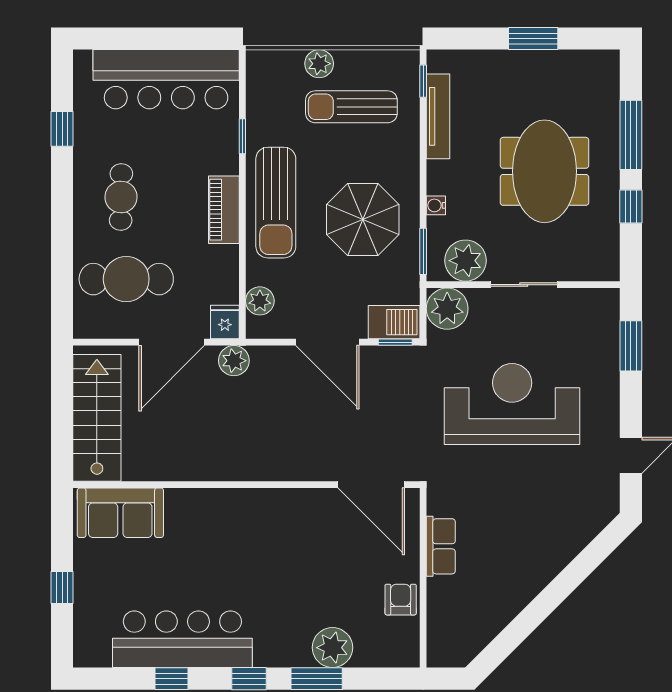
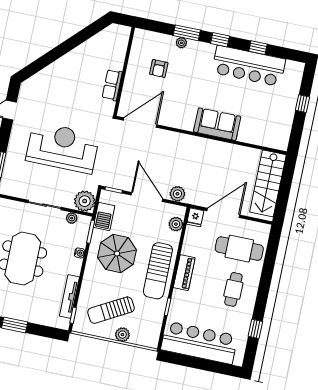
sun lounger: (351, 107) -> (111, 310), turned 151
sun lounger: (276, 203) -> (158, 271), turned 180
plant: (466, 261) -> (72, 218), width x0.53, depth x0.53
barbecue: (394, 322) -> (104, 216), moved, turned -90
plant: (234, 361) -> (177, 194), moved
reception desk: (512, 404) -> (63, 148), turned 180
door: (371, 485) -> (140, 122), hinge flipped
sofa: (120, 513) -> (217, 124), moved
armchair: (401, 600) -> (159, 69), moved
plant: (332, 648) -> (181, 43), width x0.53, depth x0.53

